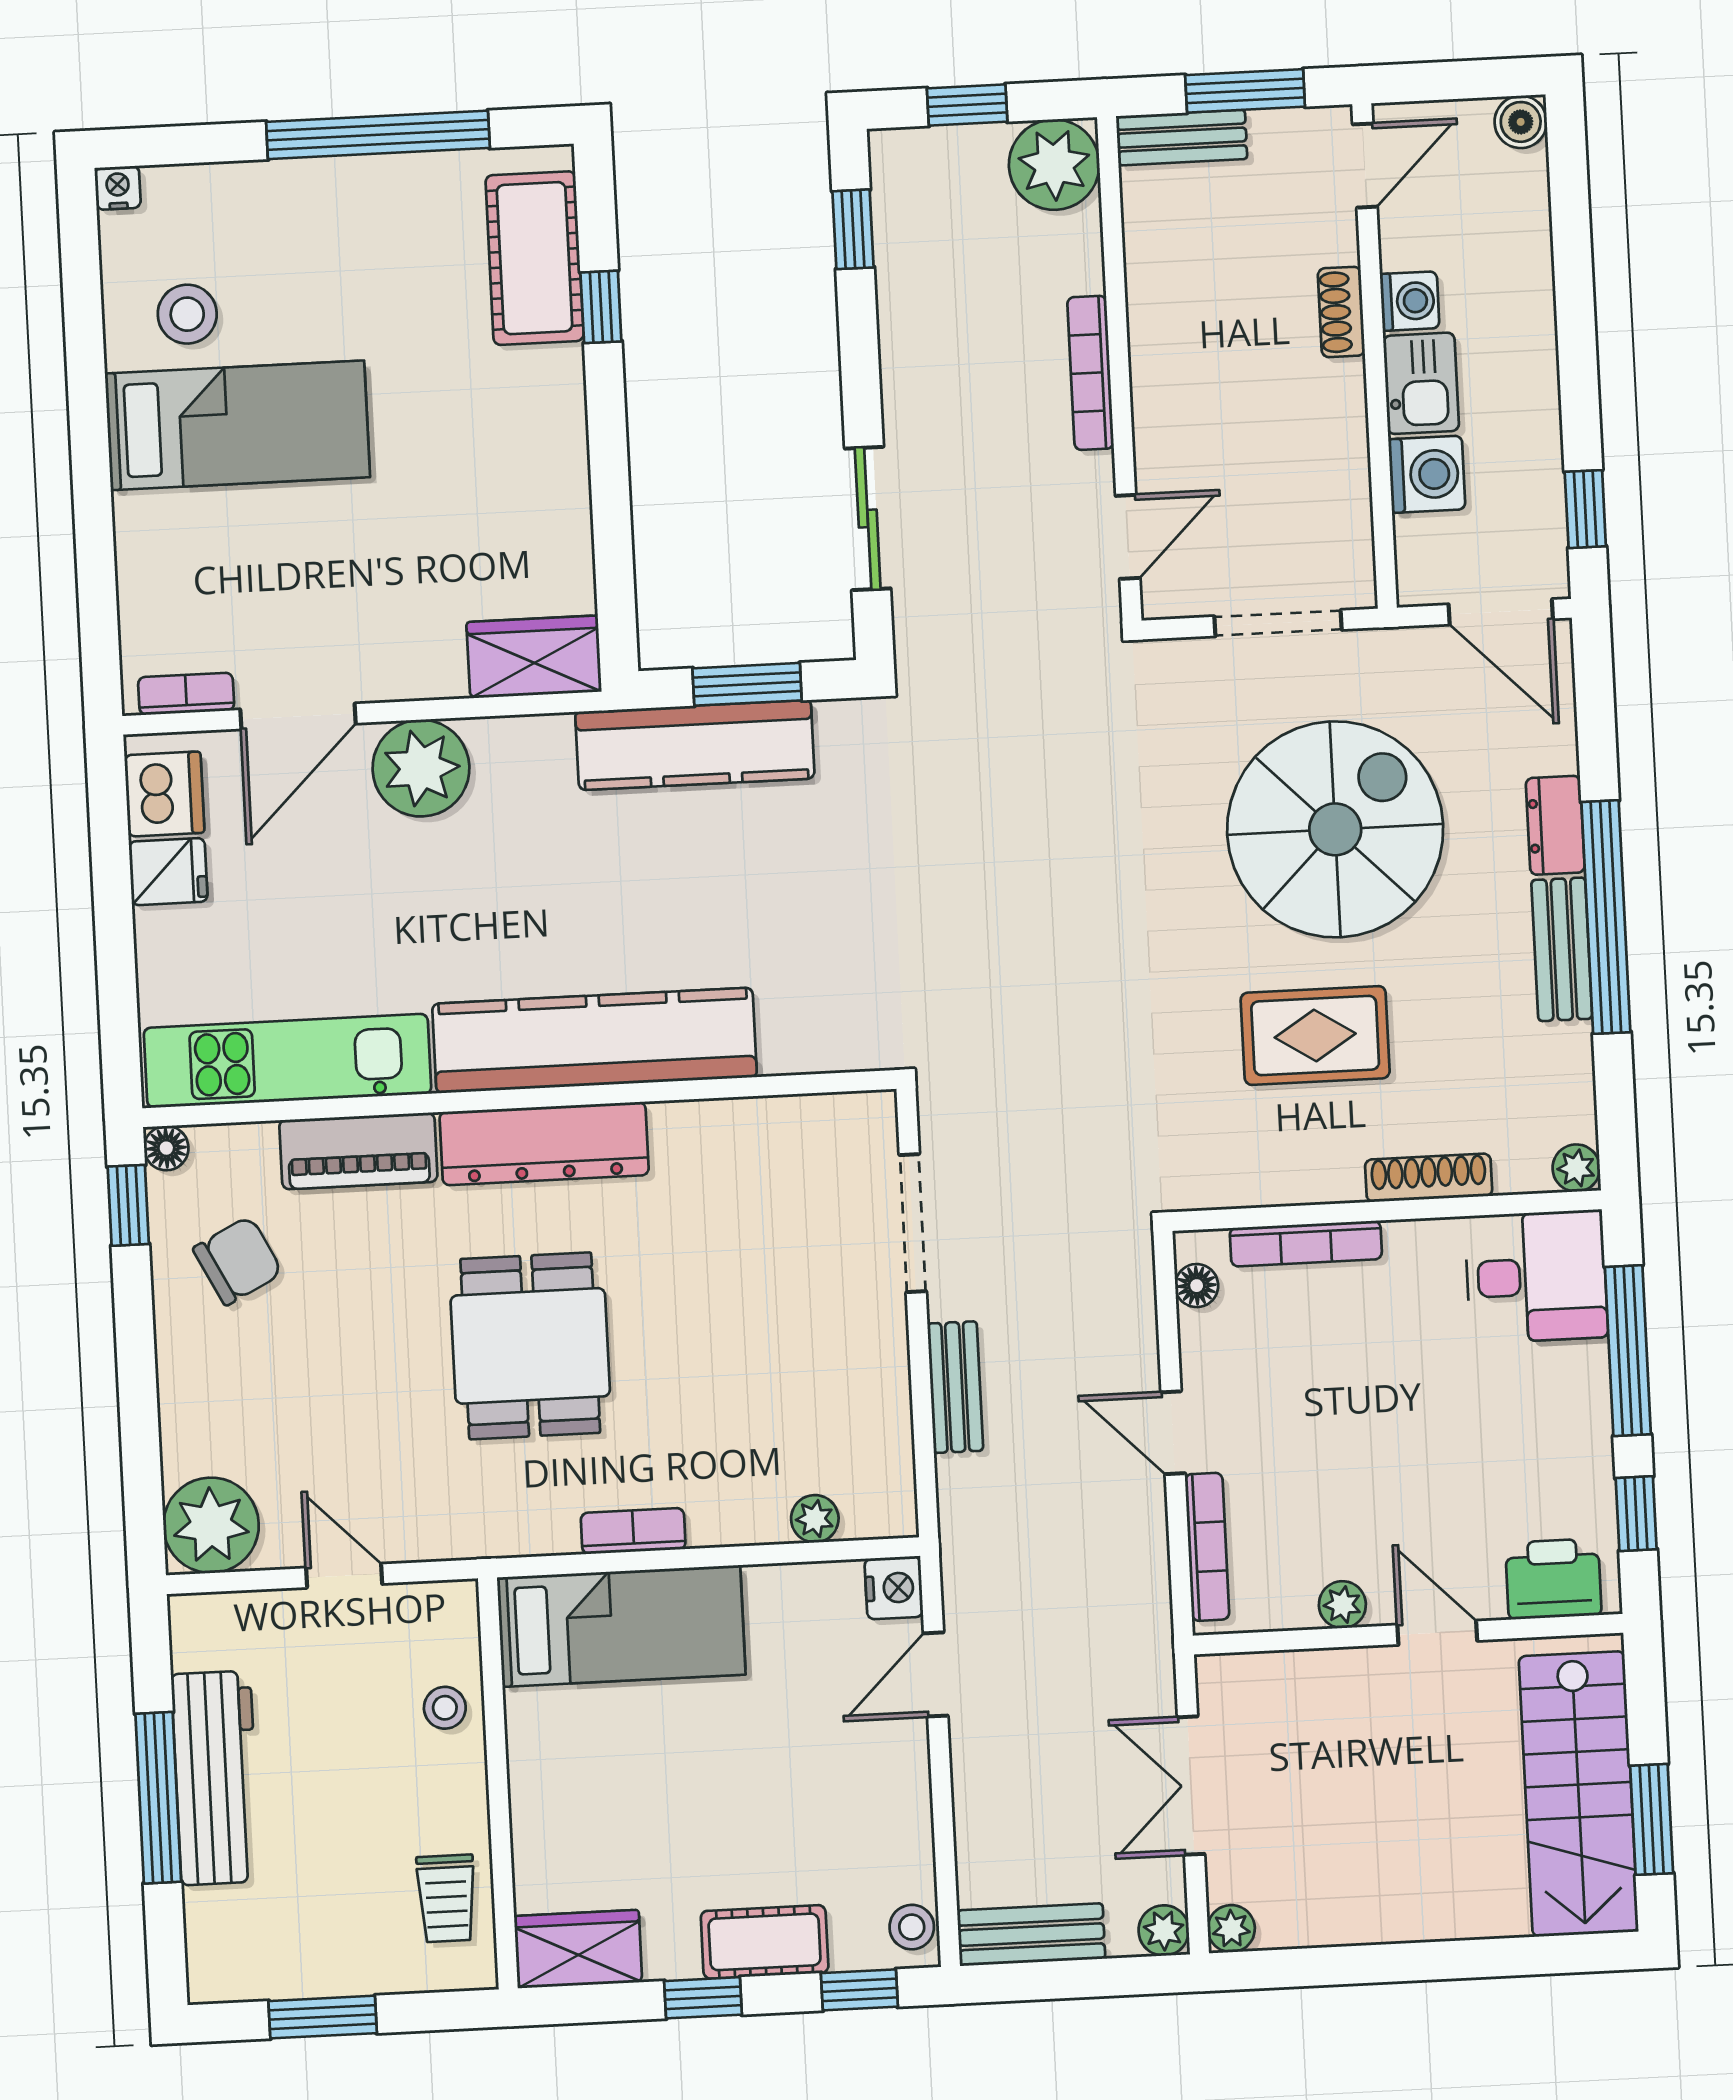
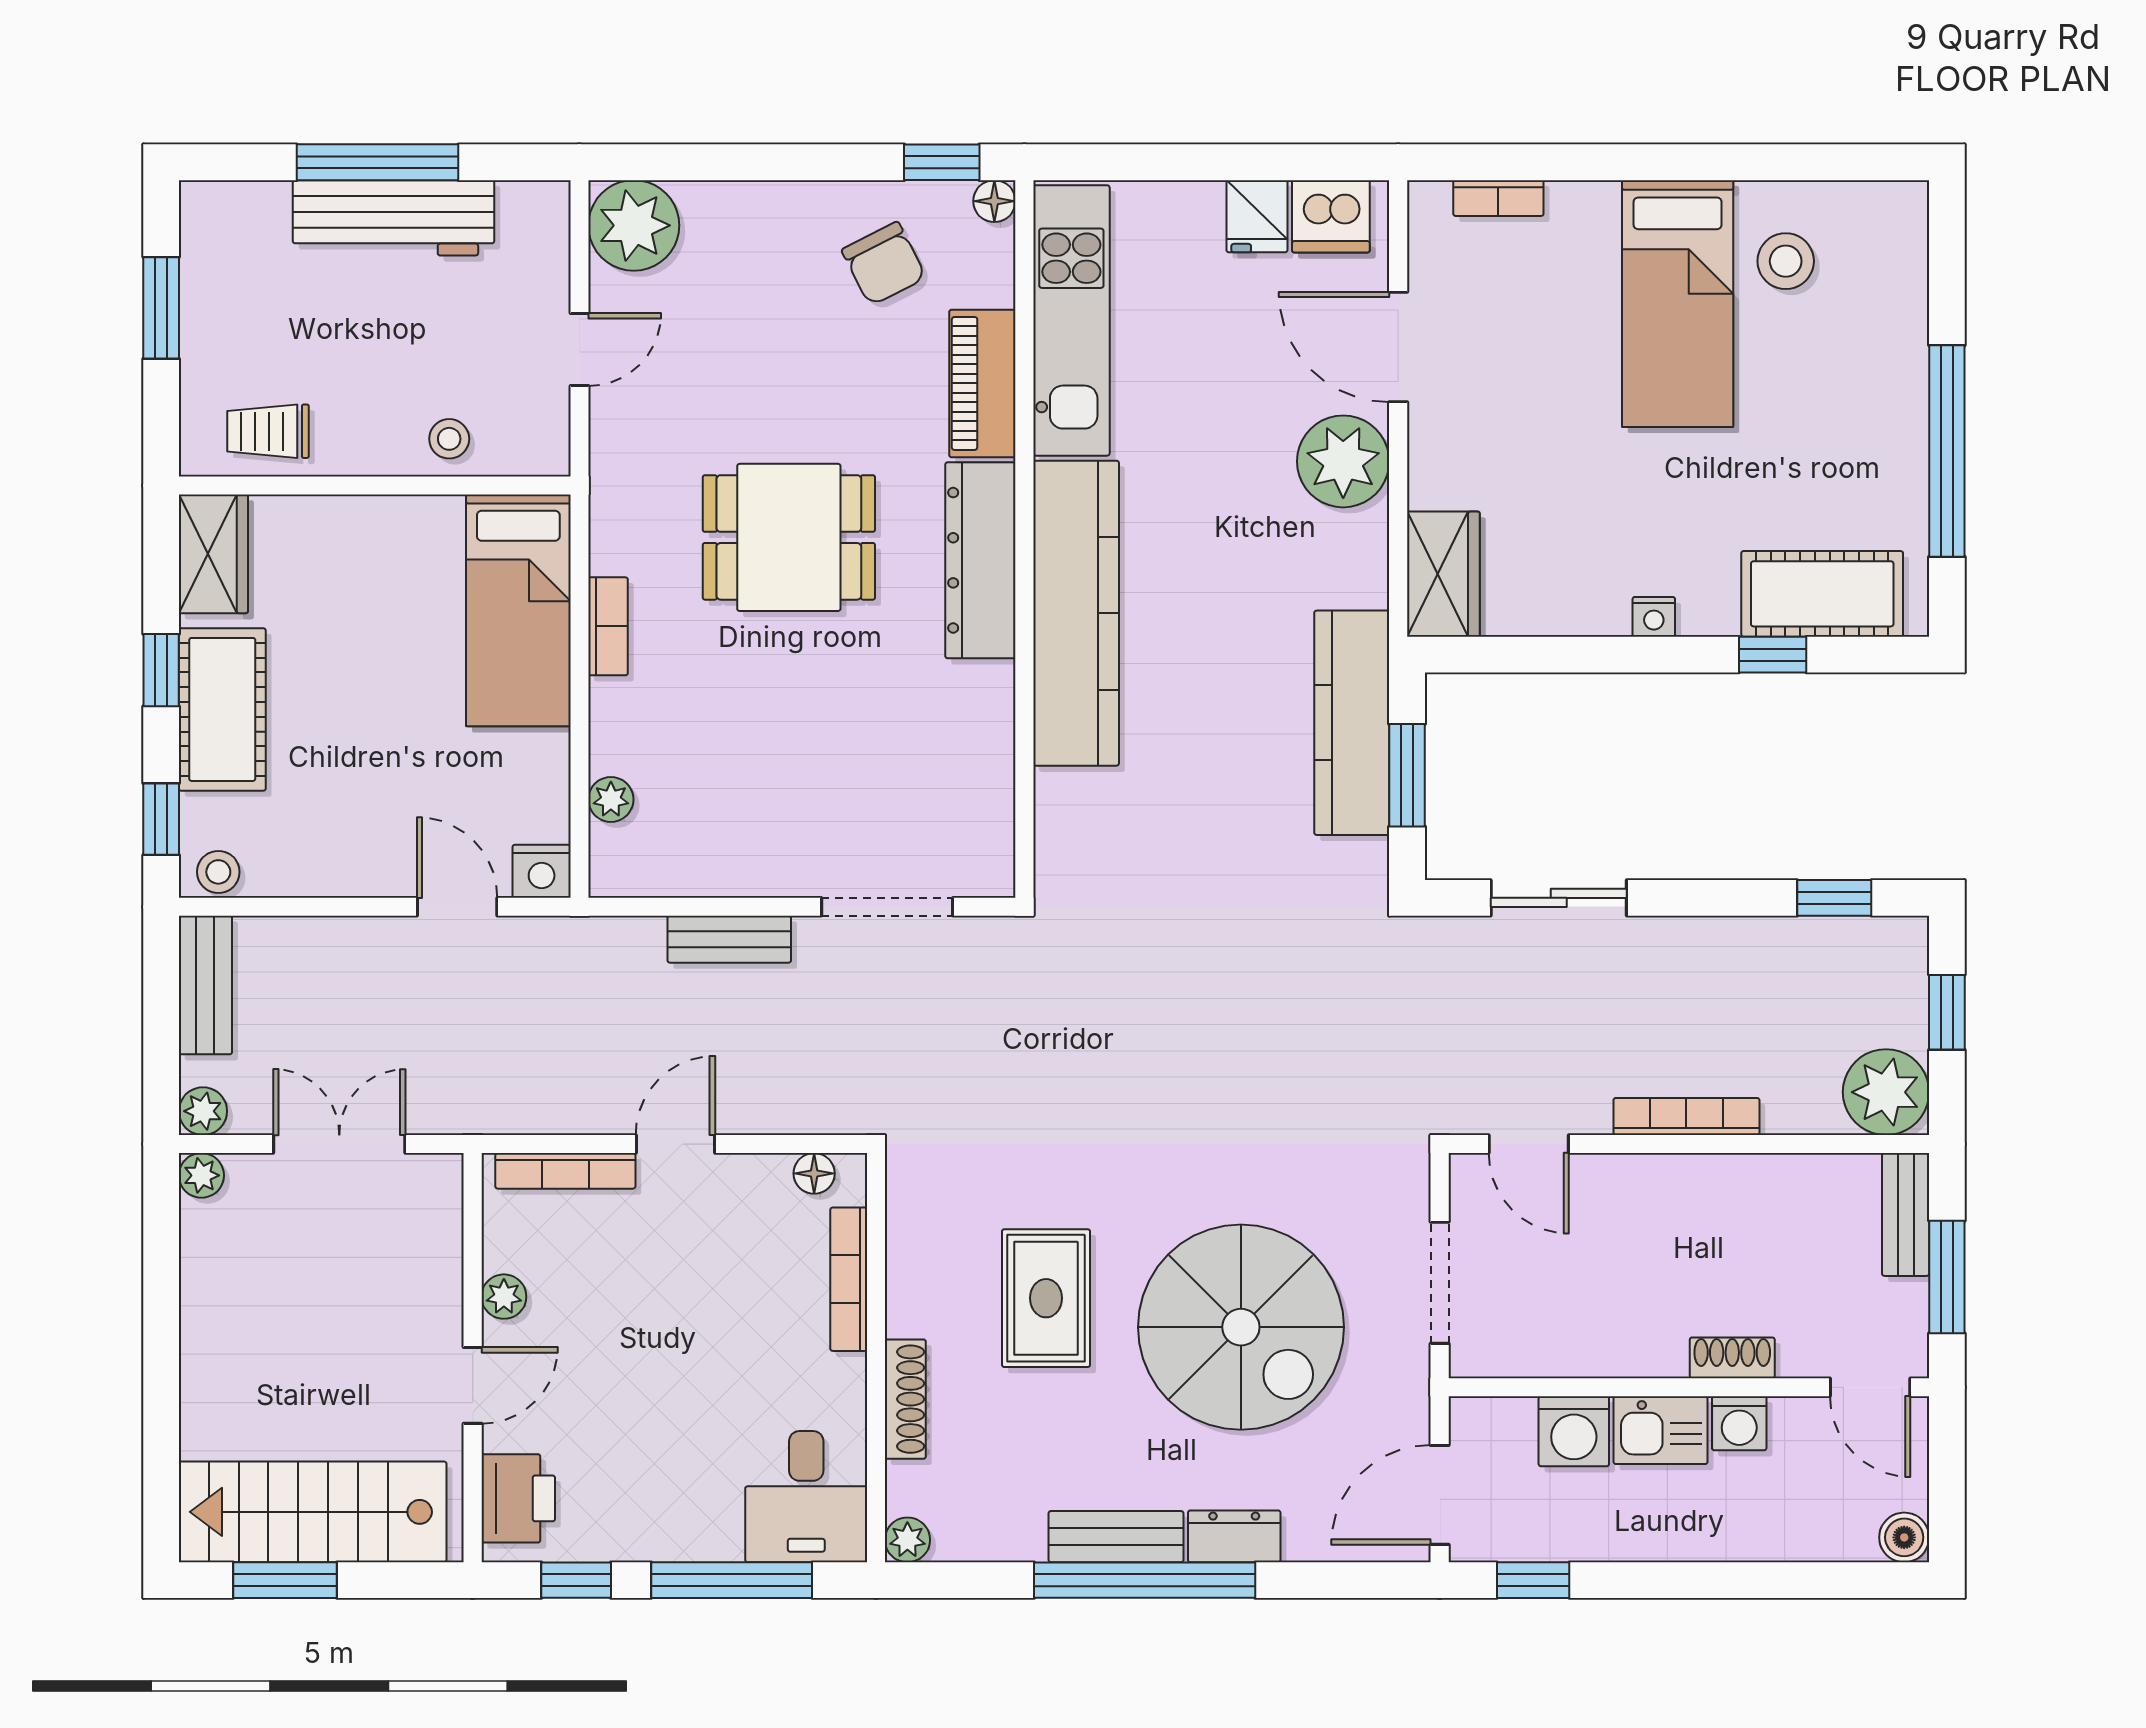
nightstand: (118, 188) -> (1654, 617), moved, turned 90
bookcase: (186, 694) -> (1498, 198), moved, turned 90
cot: (765, 1942) -> (222, 709), width x1.37, depth x1.34

